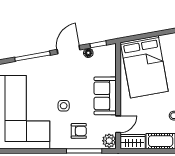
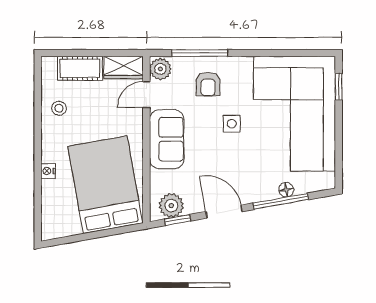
door: (69, 50) -> (224, 212), swing flipped
floor lamp: (88, 53) -> (286, 190), moved
plant: (102, 54) -> (171, 205), added
armchair: (79, 131) -> (208, 84), turned -90

